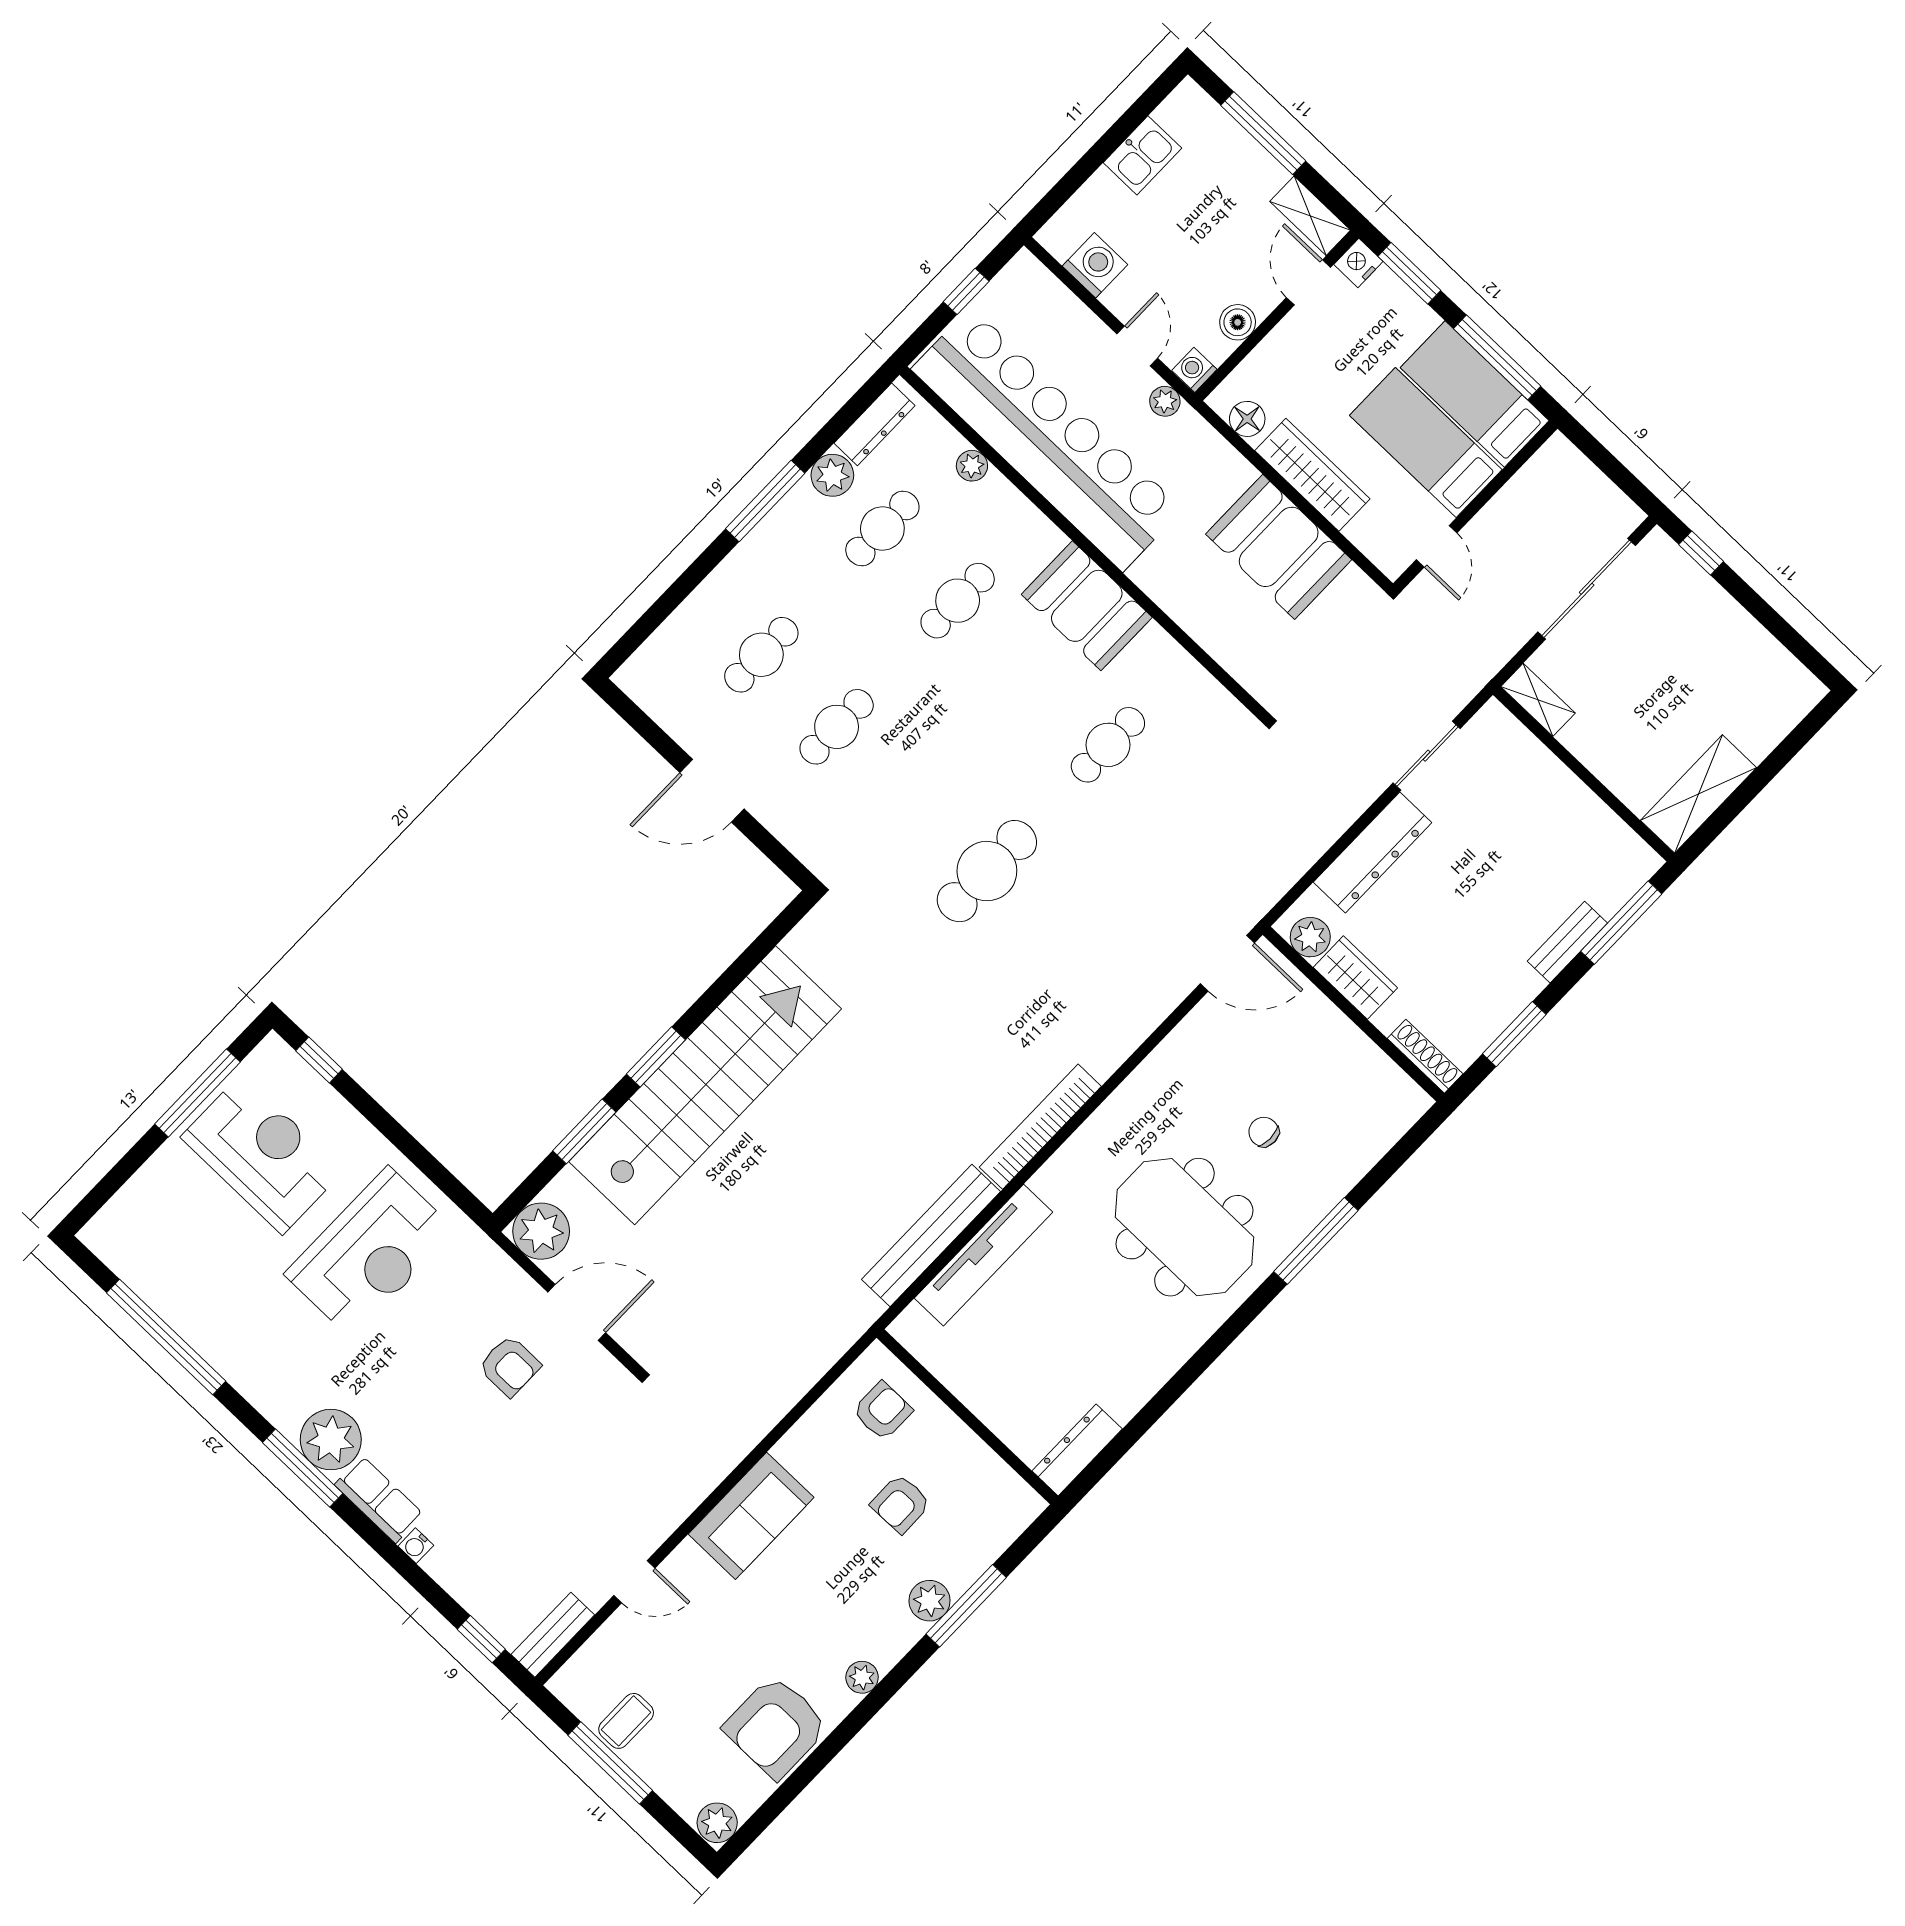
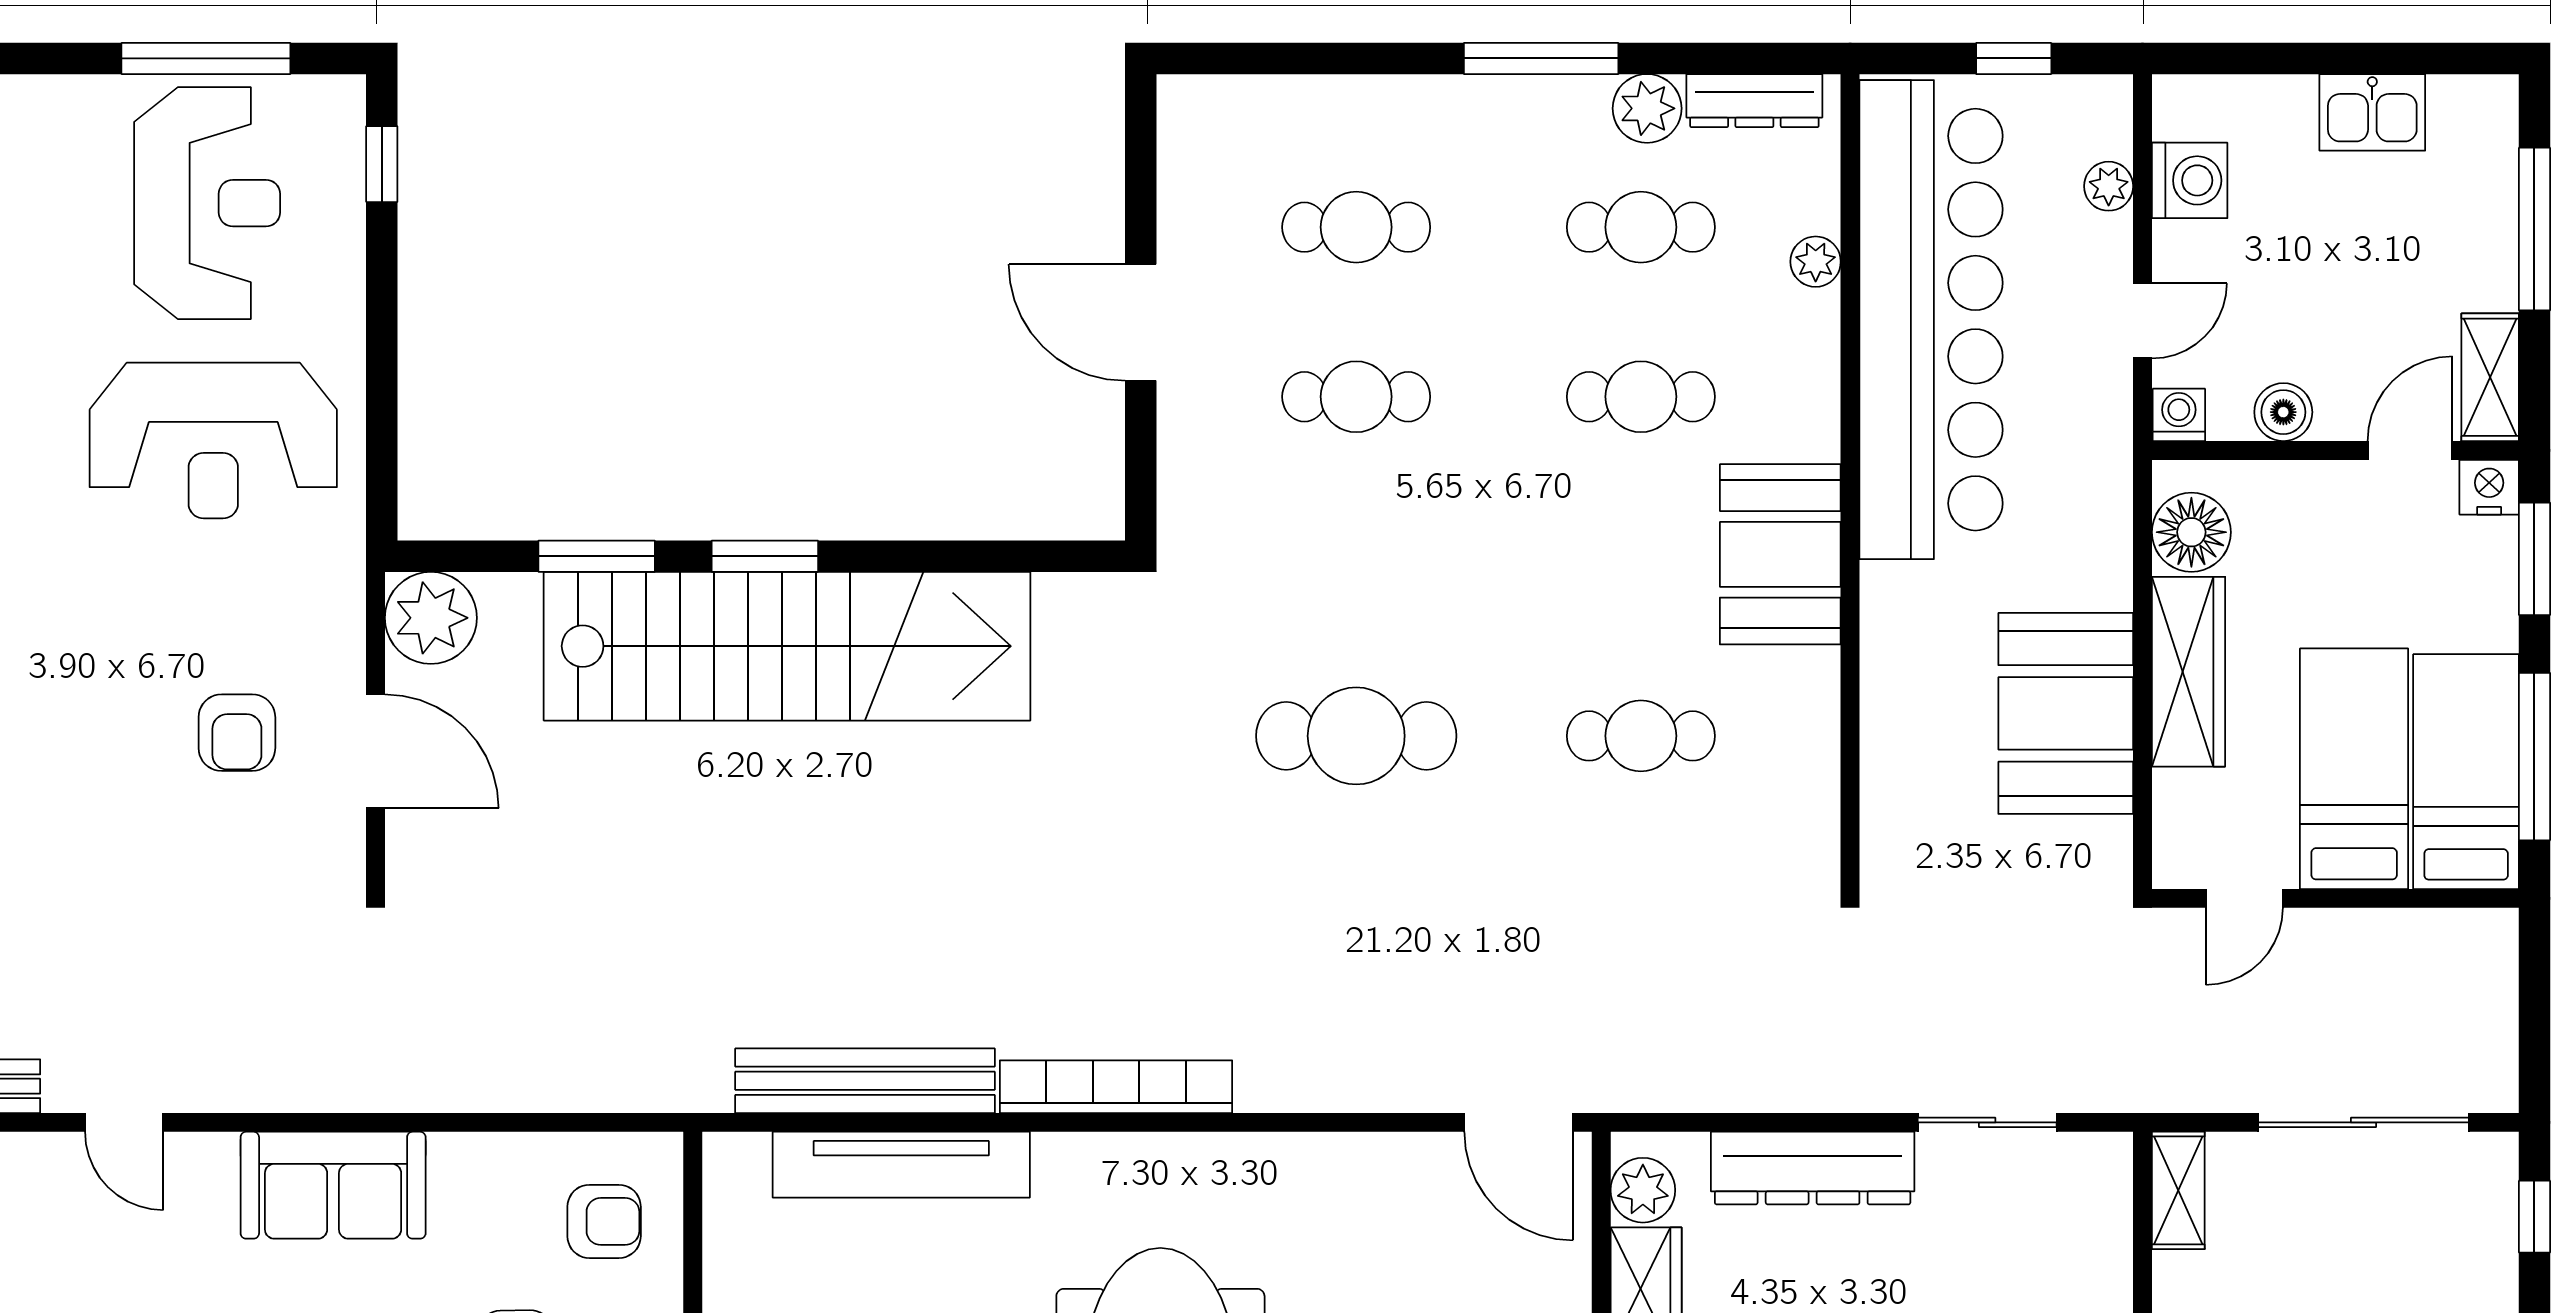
plant: (1165, 401) -> (2109, 186), moved
floor lamp: (1247, 419) -> (2191, 532), width x1.38, depth x1.38

